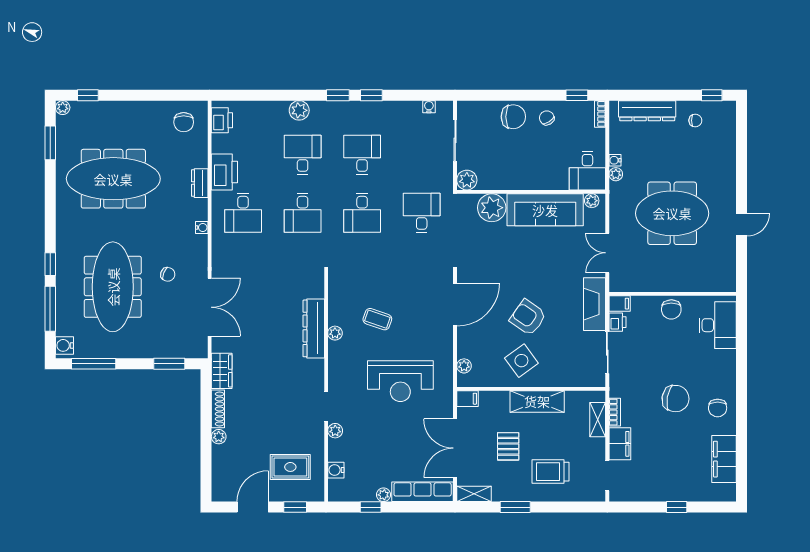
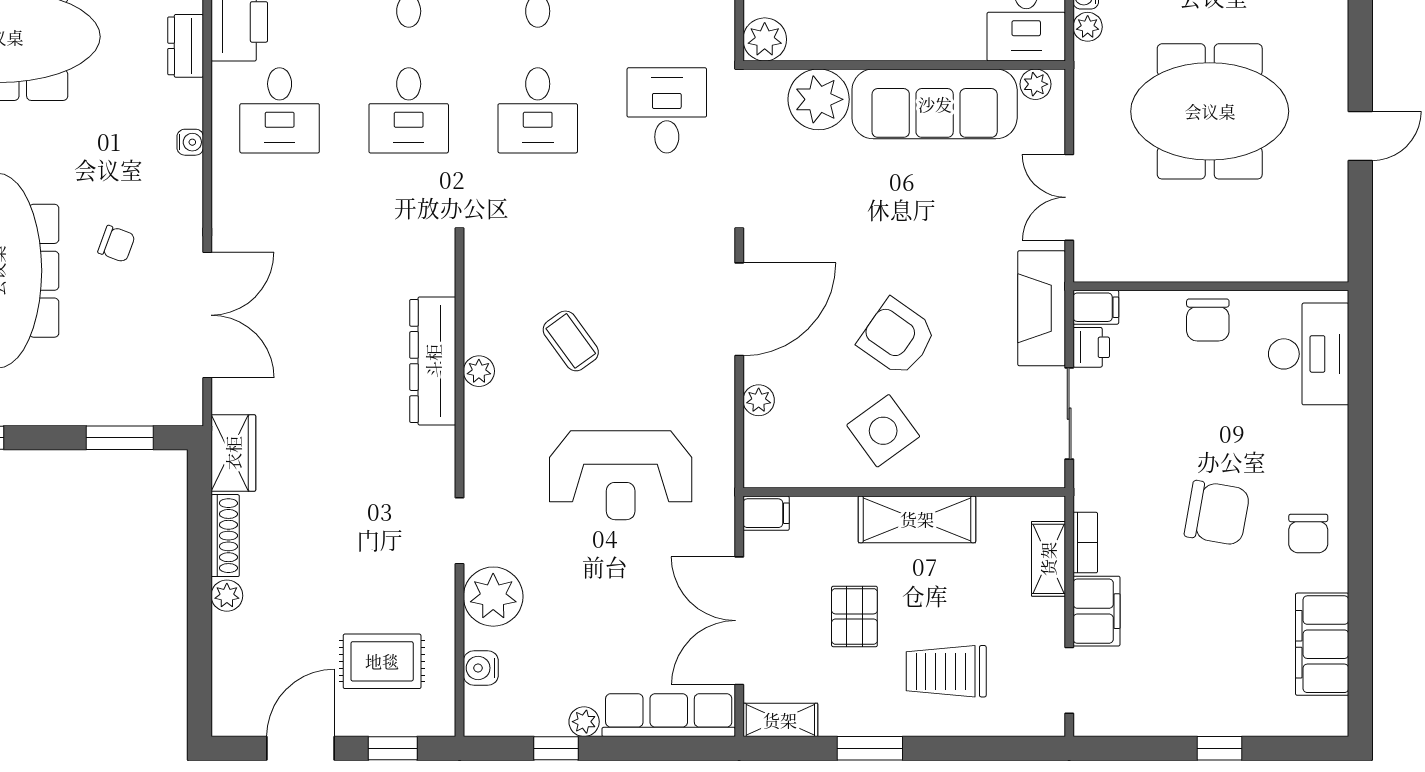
coffee table: (377, 319) -> (571, 341), turned 35
plant: (464, 366) -> (759, 400), moved
plant: (335, 431) -> (493, 597), width x1.88, depth x1.88

